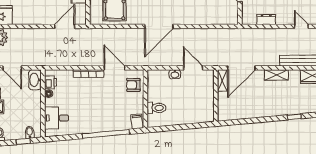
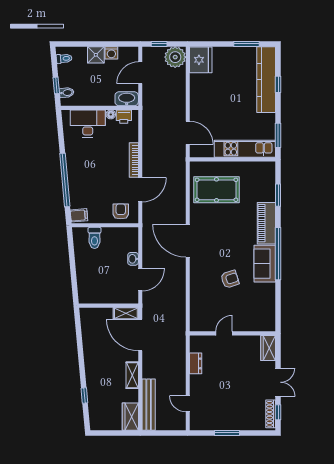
door: (301, 26) -> (188, 404), swing flipped
desk: (57, 118) -> (88, 124), width x1.37

